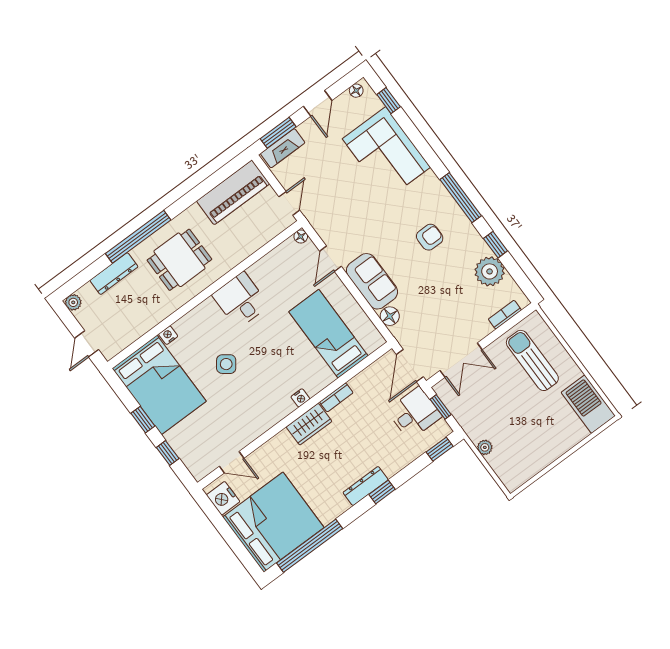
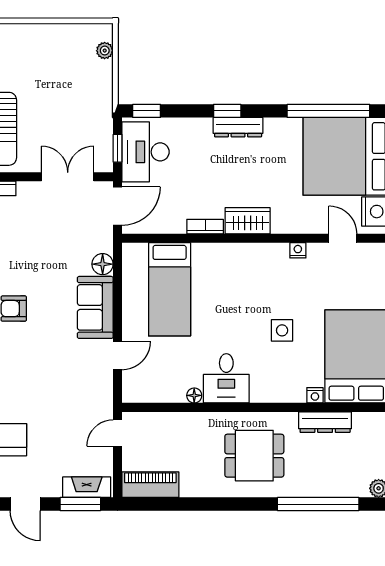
door: (318, 103) -> (25, 504), swing flipped
piano: (233, 192) -> (150, 485), width x0.73, depth x0.75
floor lamp: (301, 236) -> (194, 395), moved
window: (138, 237) -> (318, 504), moved
dresser: (114, 274) -> (325, 422), moved, turned 180
side table: (226, 364) -> (282, 330), turned -37
nightstand: (300, 398) -> (298, 250), moved
desk: (414, 413) -> (146, 152), width x1.37
plant: (485, 447) -> (105, 51), moved

